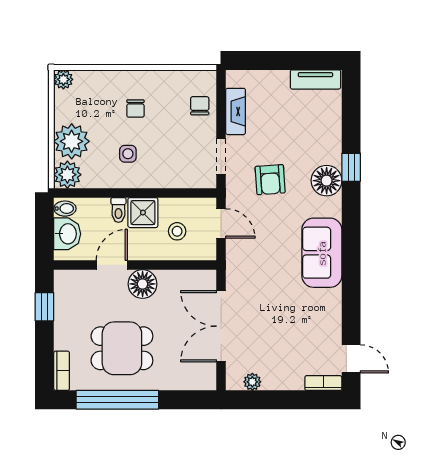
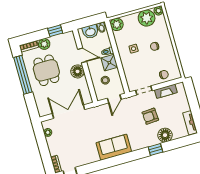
plant: (72, 141) -> (147, 18), moved
armchair: (270, 180) -> (150, 116), moved
floor lamp: (327, 181) -> (165, 135), moved
plant: (66, 337) -> (44, 44), added

